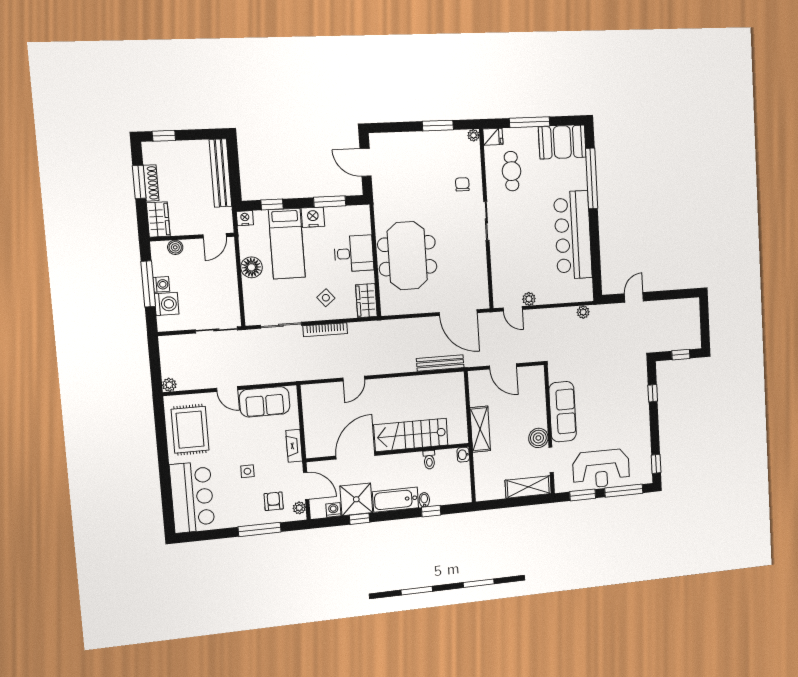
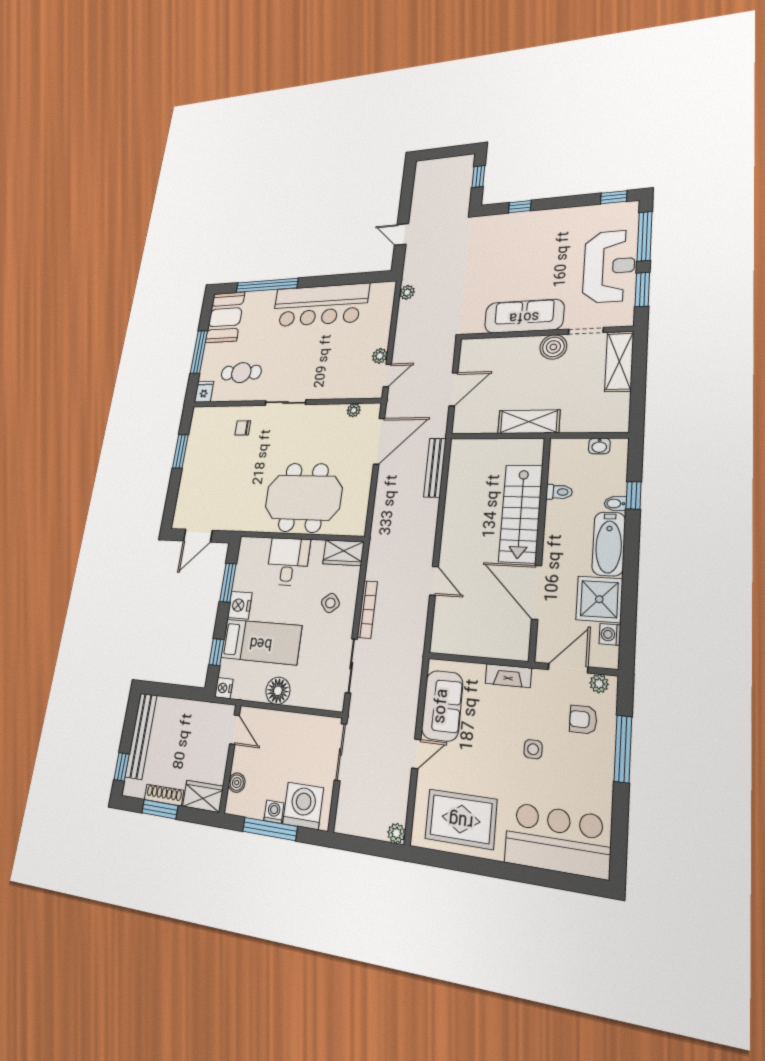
plant: (473, 135) -> (354, 410), moved
bench: (220, 173) -> (141, 736), moved, turned 90
washing machine: (167, 304) -> (303, 806), width x1.37, depth x1.37
washbasin: (463, 455) -> (599, 446), moved
window: (360, 519) -> (629, 598), removed

